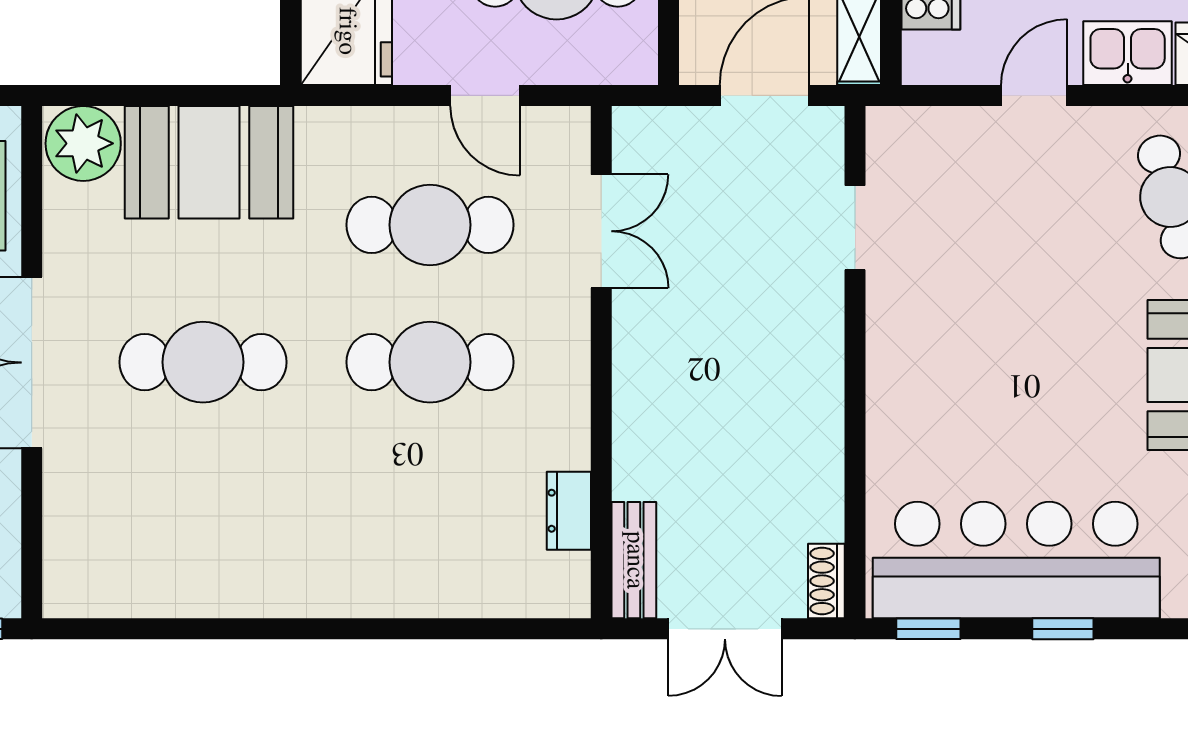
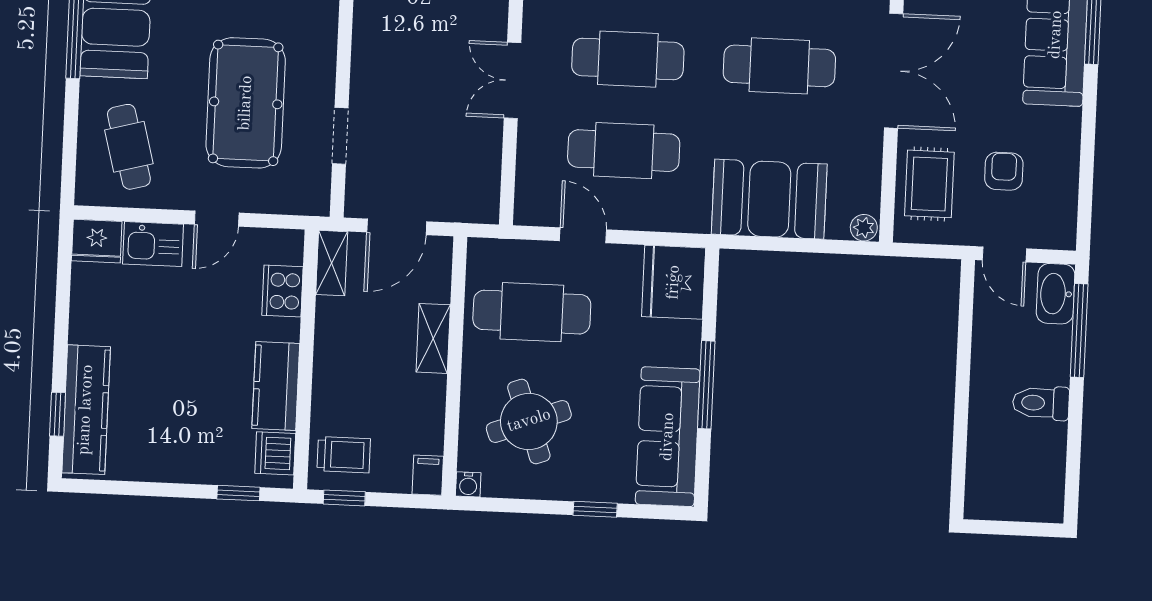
plant: (83, 143) -> (864, 228), width x0.53, depth x0.53
double door: (601, 231) -> (512, 80), moved
pool table: (999, 271) -> (246, 103), added

